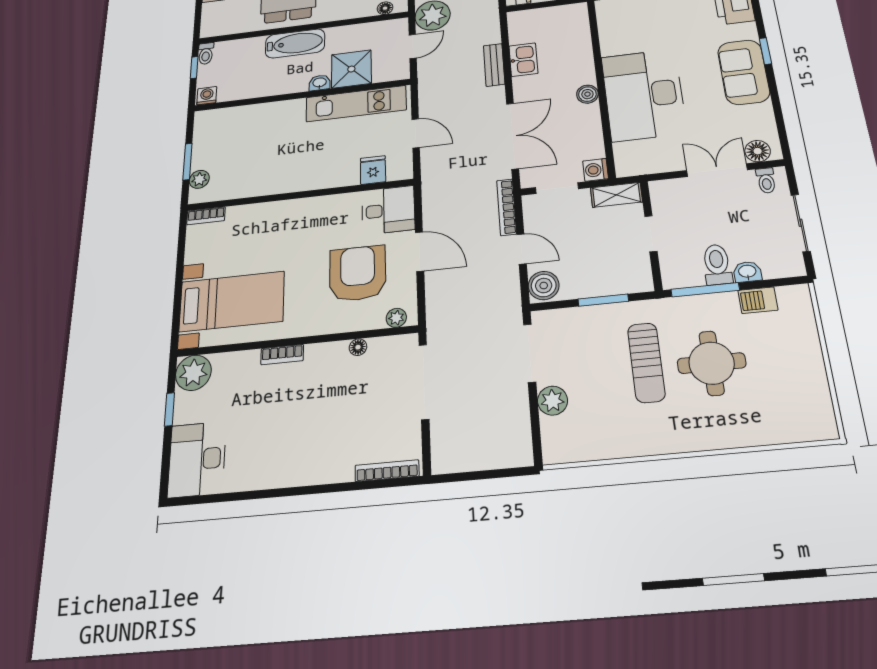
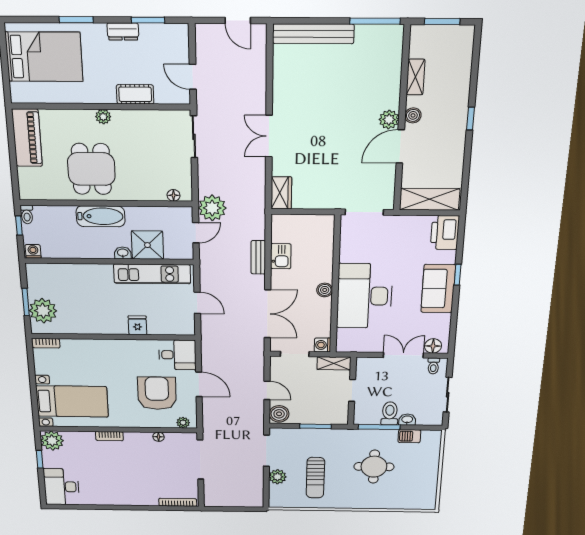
fridge: (373, 170) -> (137, 325), moved
plant: (199, 179) -> (43, 311), width x1.87, depth x1.87
bookcase: (506, 207) -> (259, 363), removed
sun lounger: (646, 362) -> (315, 478), moved

